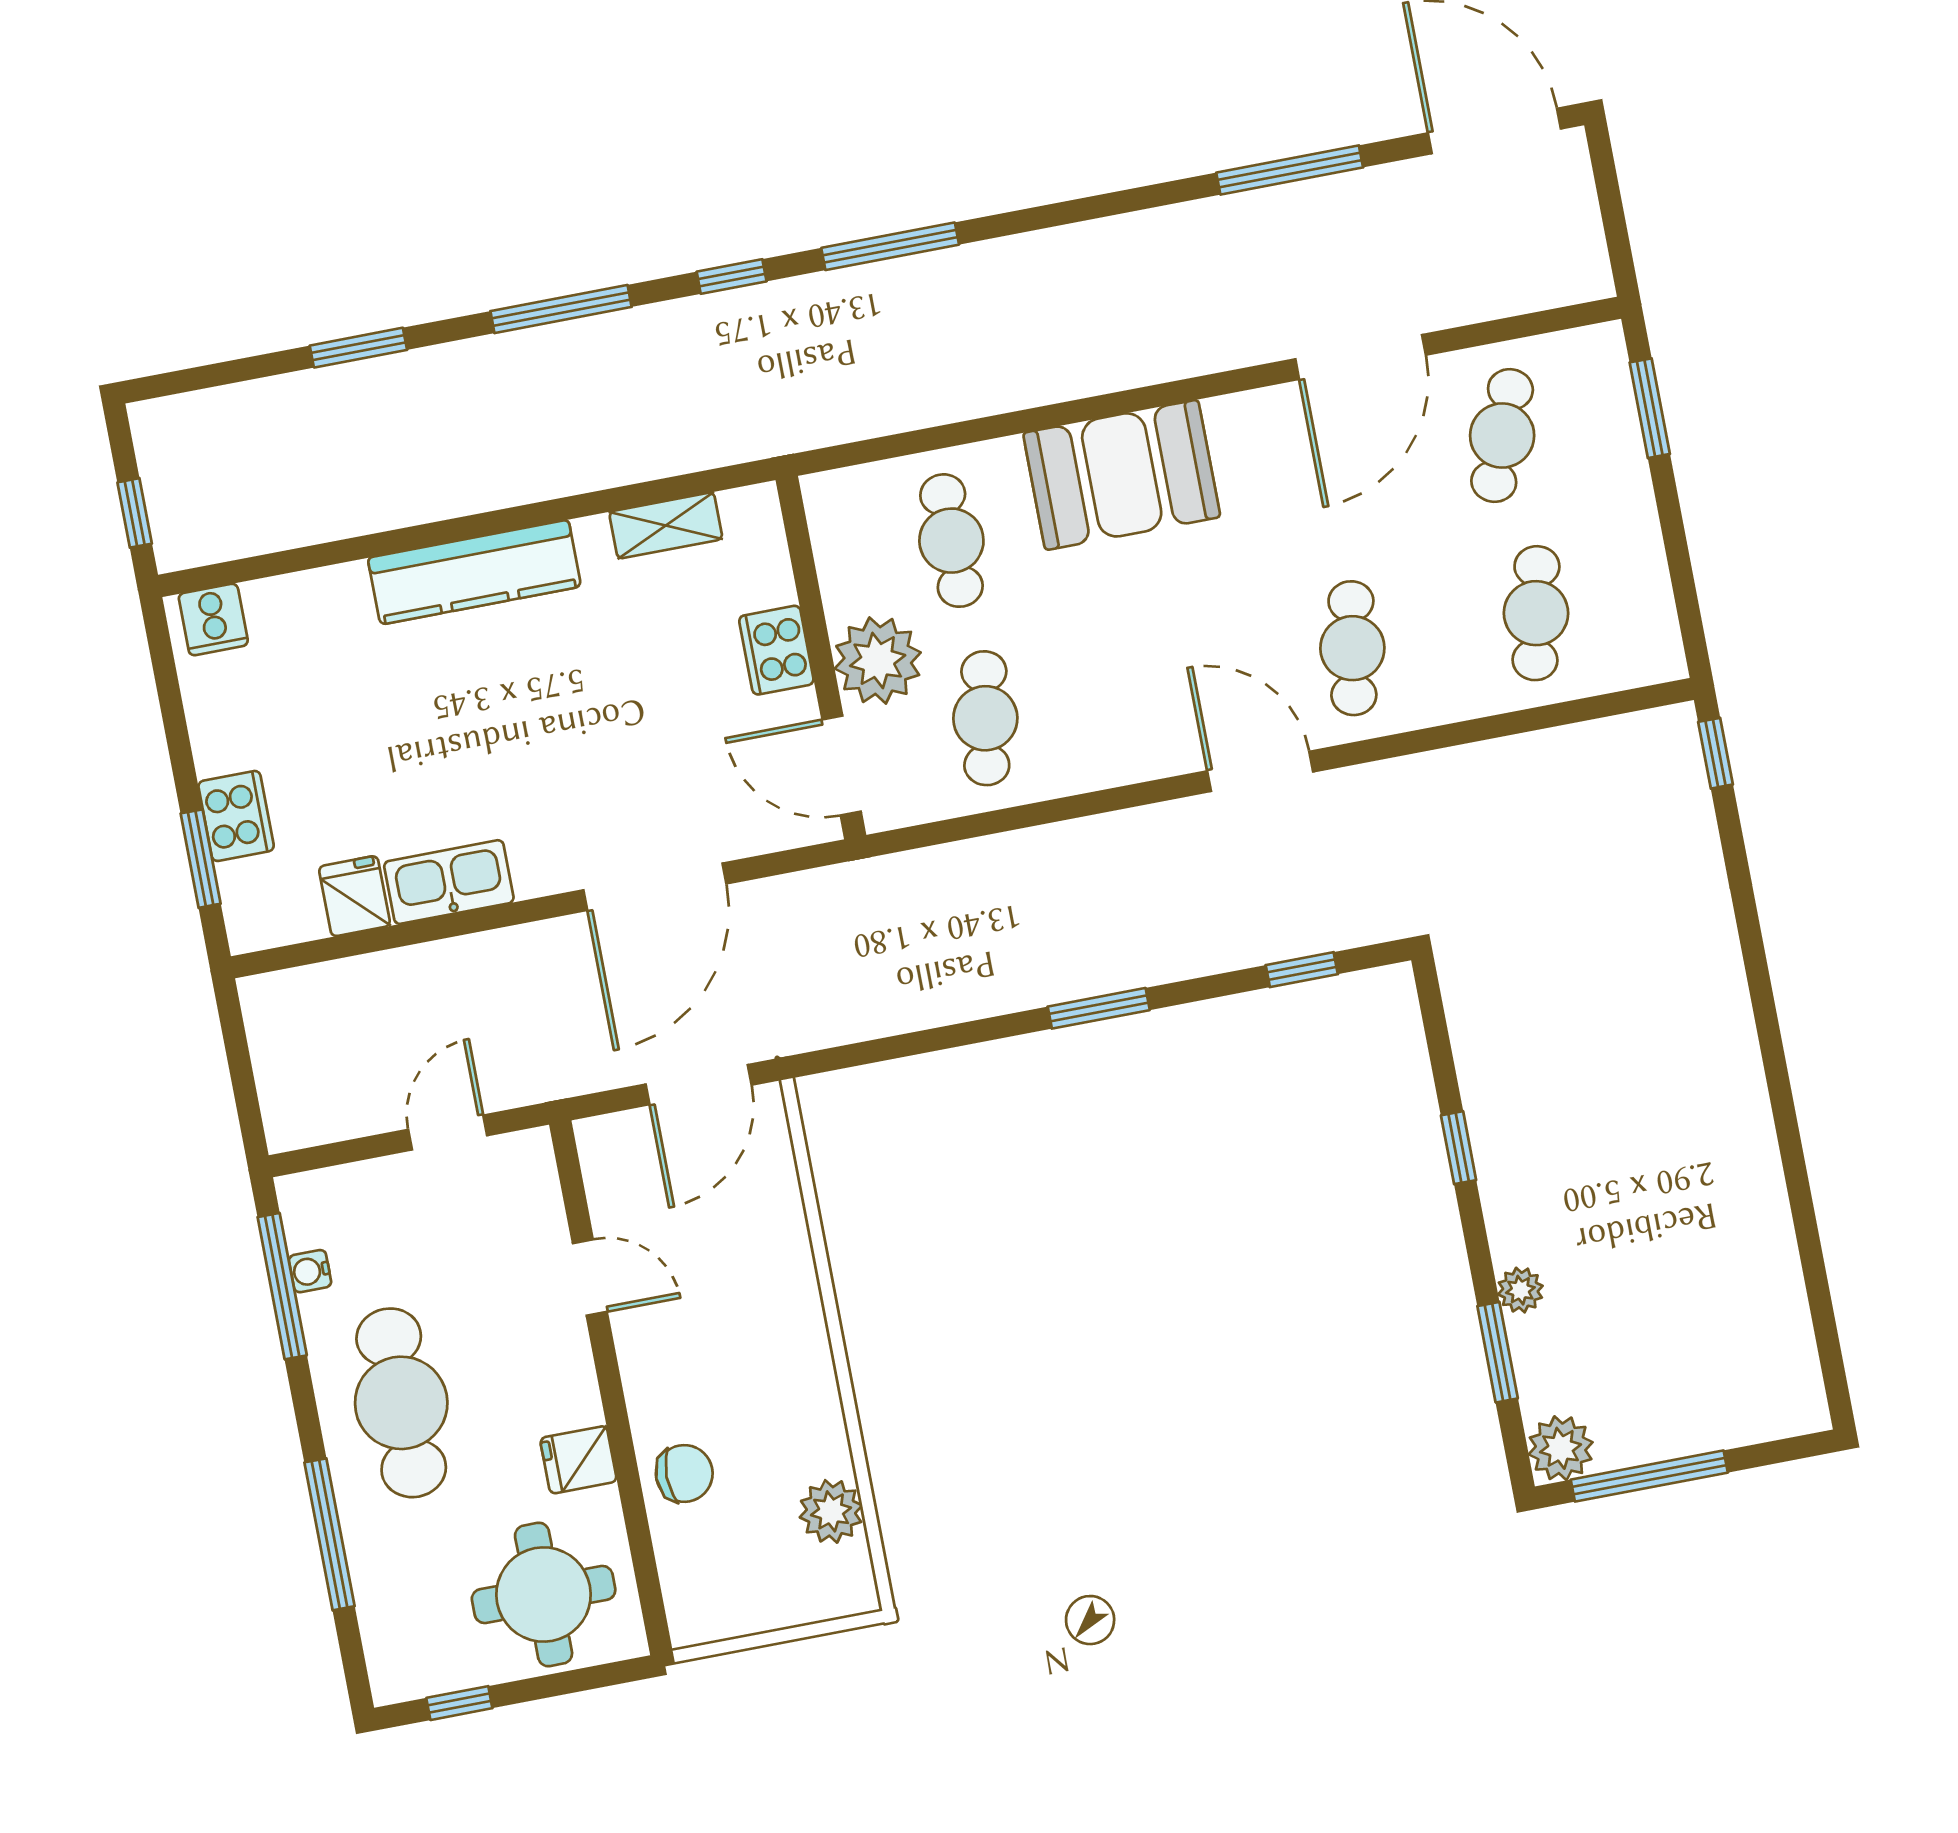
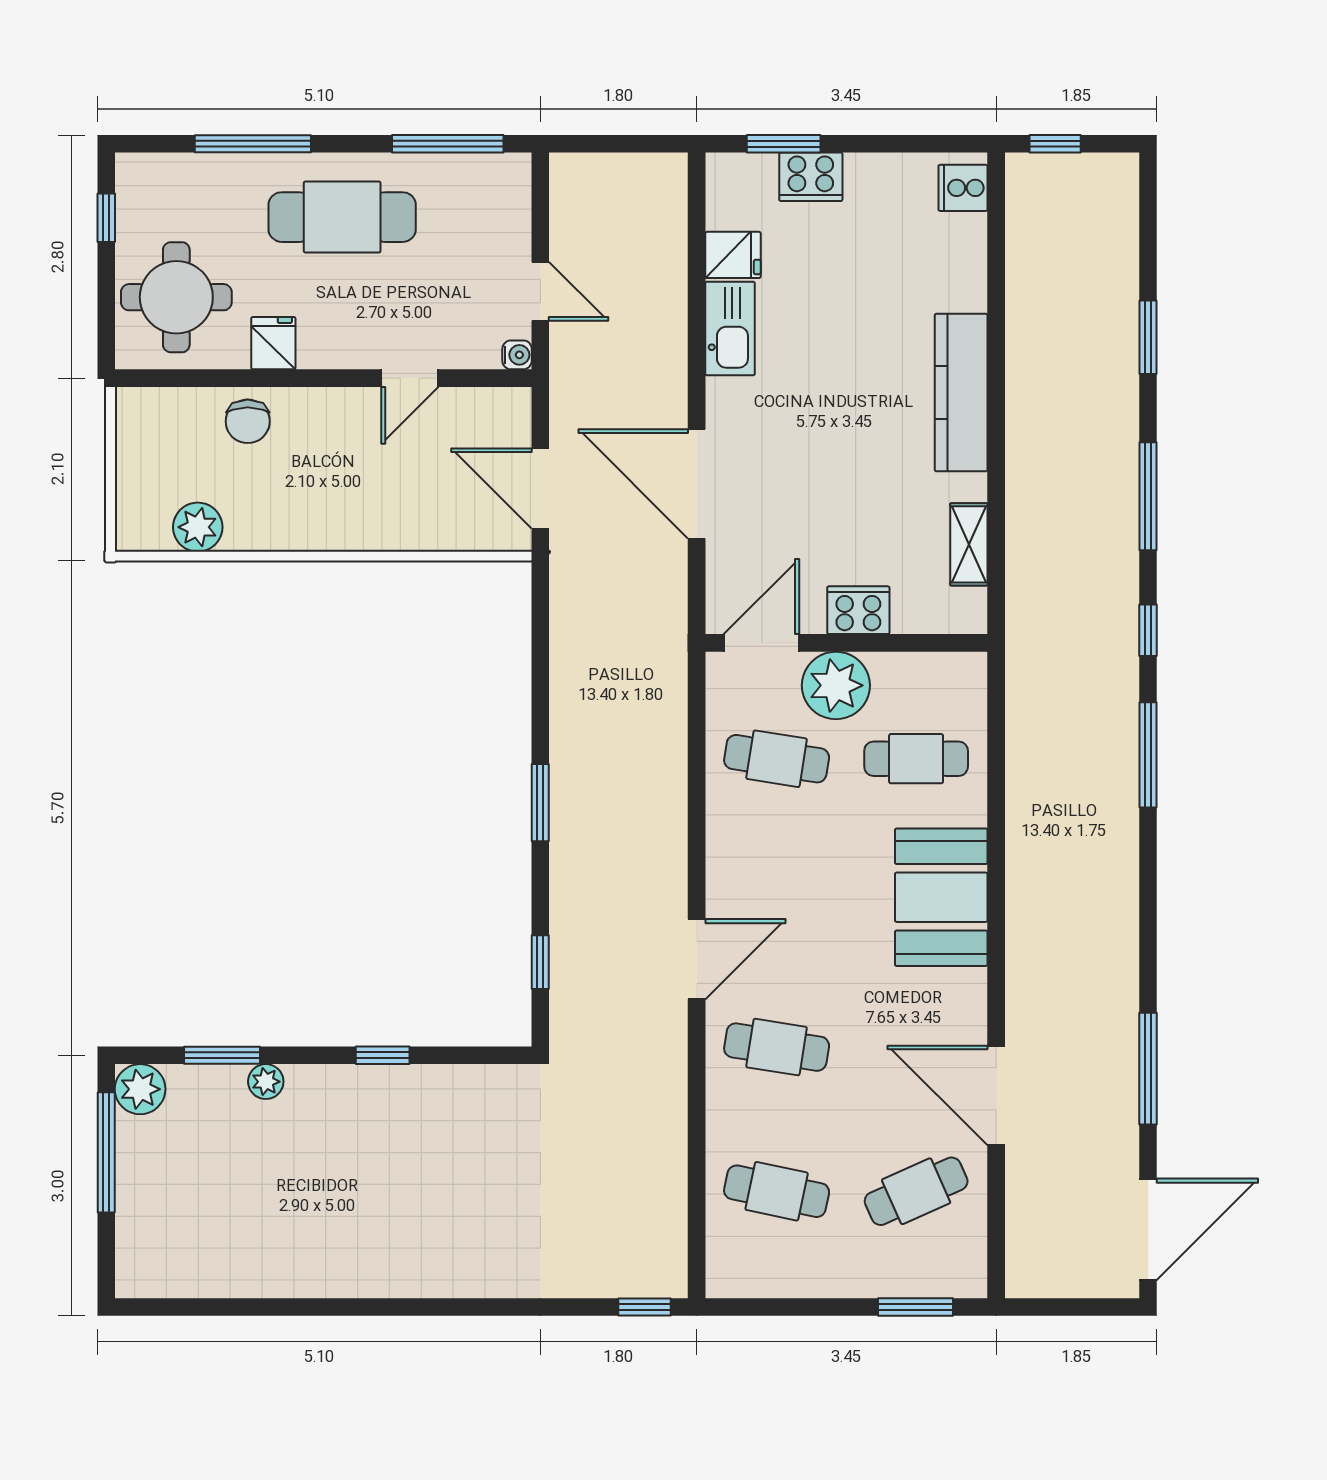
cafe table: (1502, 436) -> (916, 1191), turned -45
water cooler: (310, 1271) -> (517, 355), moved, turned 90

